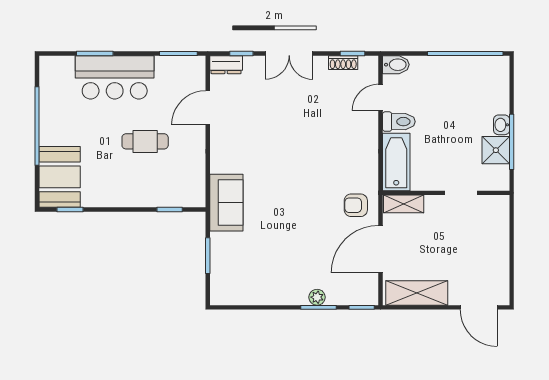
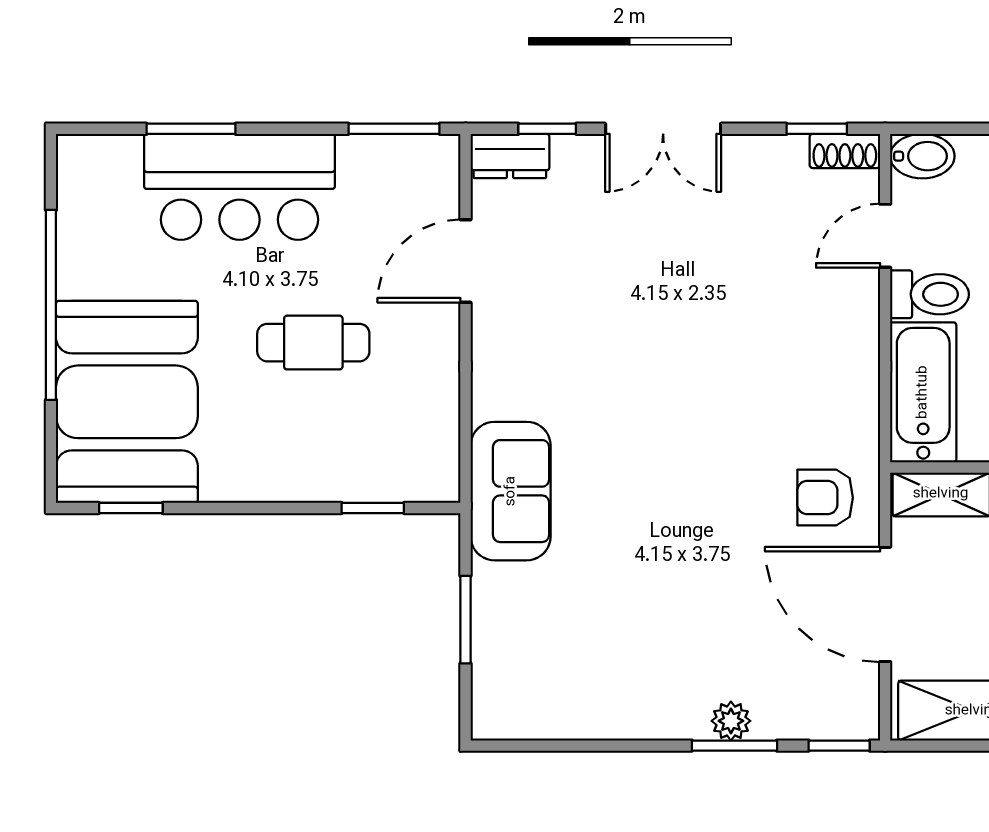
shoe rack: (343, 63) -> (845, 151), moved
booth: (60, 177) -> (127, 402), width x1.36, depth x1.42
door: (381, 249) -> (885, 604), hinge flipped

